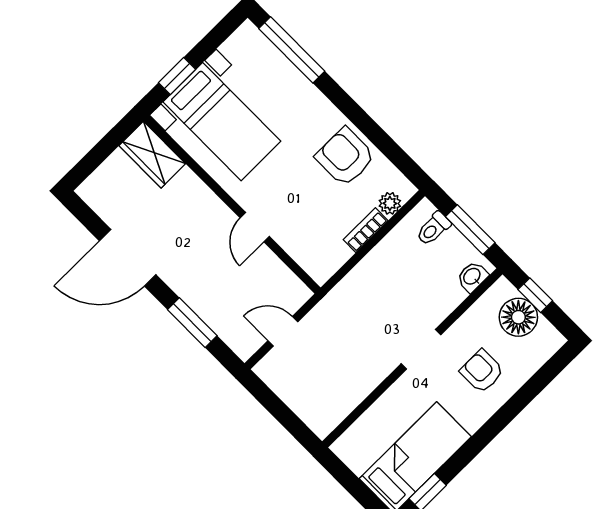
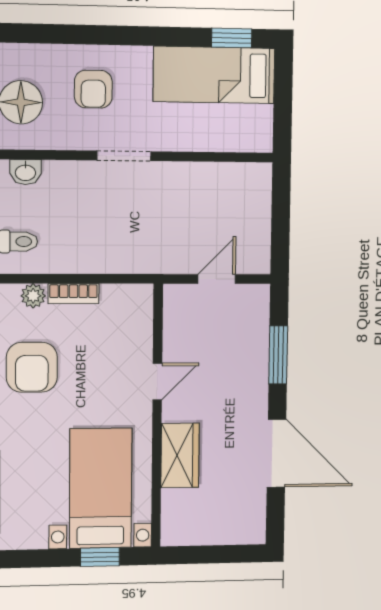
wardrobe: (152, 155) -> (180, 455), moved
door: (283, 331) -> (217, 279), swing flipped

